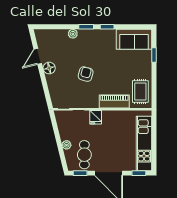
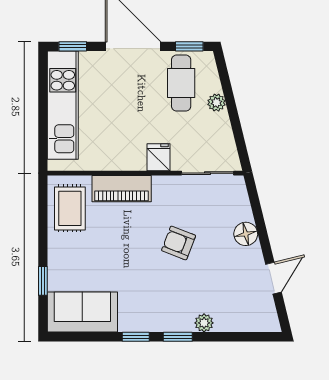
floor lamp: (49, 68) -> (246, 234), moved
armchair: (86, 74) -> (179, 243), turned 96

